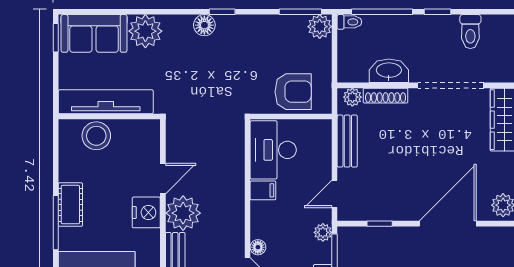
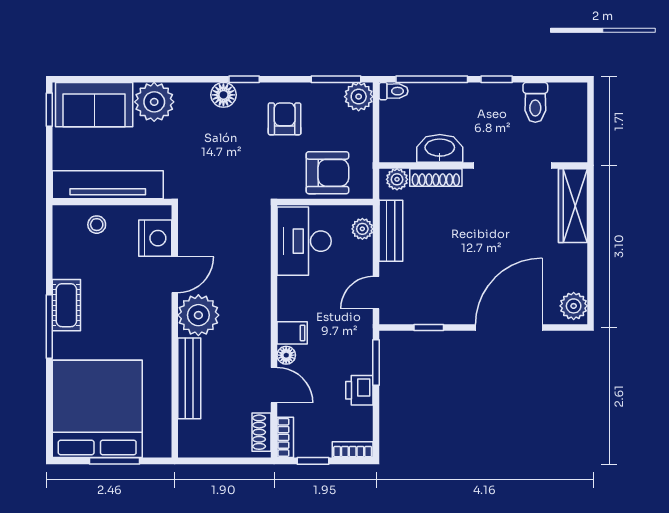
armchair: (257, 46) -> (285, 119), added
stool: (96, 136) -> (97, 225), width x0.53, depth x0.53
filing cabinet: (263, 190) -> (292, 333), moved
nightstand: (146, 212) -> (155, 238), moved
plant: (323, 232) -> (362, 229), moved

